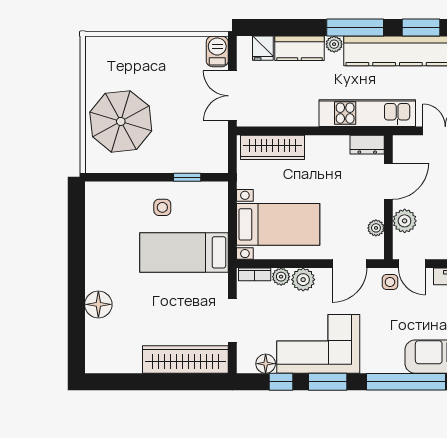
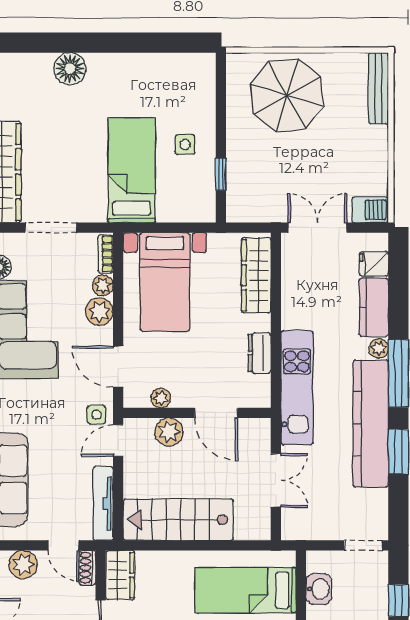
bench: (115, 44) -> (378, 88), added
dresser: (367, 145) -> (259, 353), moved

